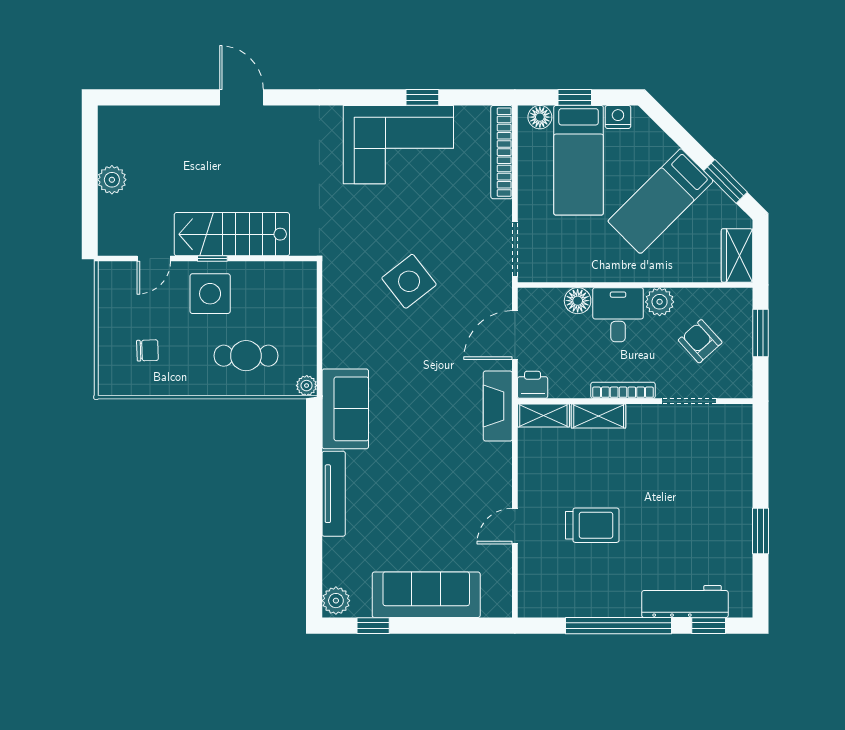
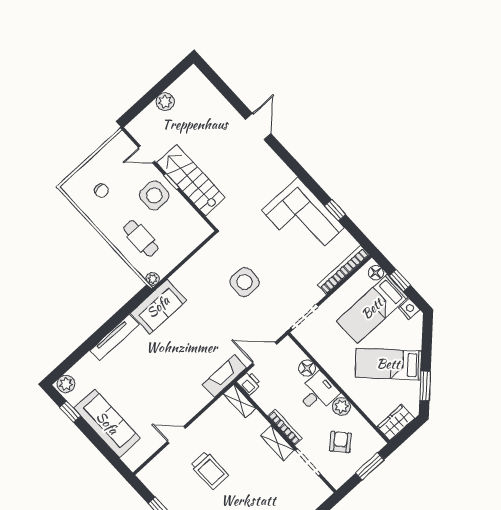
side table: (409, 281) -> (244, 282), turned 38
shelving: (599, 416) -> (277, 443), moved

